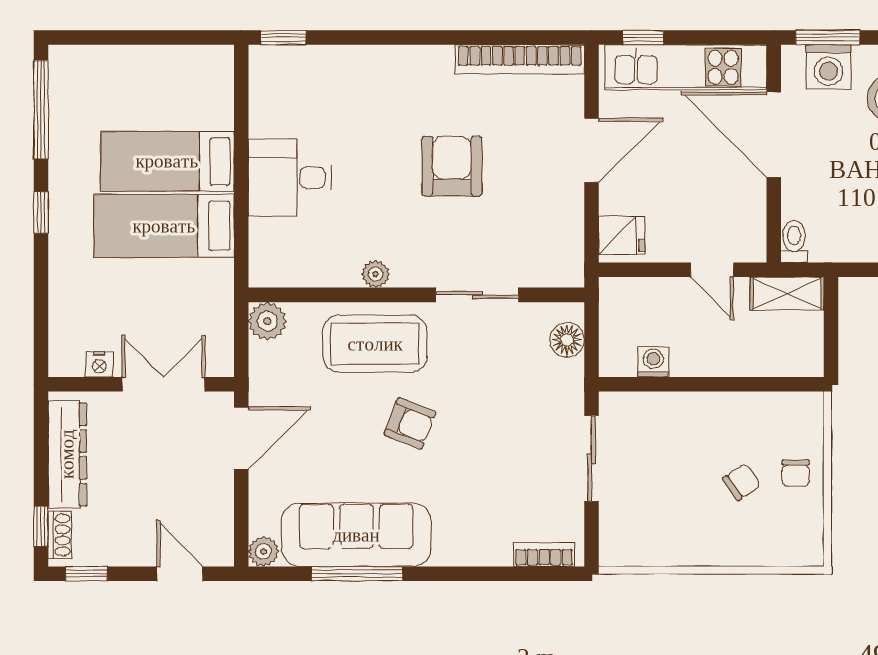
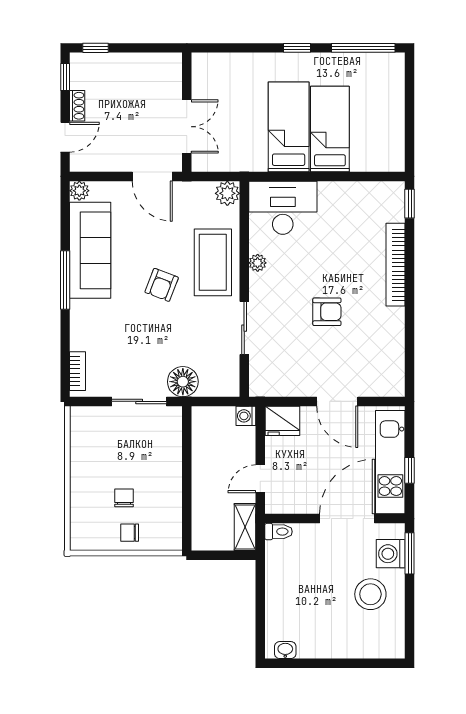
window: (643, 37) -> (410, 470), moved
bookcase: (520, 59) -> (396, 265), moved
armchair: (452, 166) -> (327, 312), width x0.72, depth x0.72
desk: (290, 178) -> (283, 208), moved, width x1.37
fridge: (622, 235) -> (282, 421), width x1.38
floor lamp: (567, 340) -> (183, 382), moved, width x1.38, depth x1.38
washing machine: (653, 362) -> (246, 416), moved, turned 180
nightstand: (99, 364) -> (200, 85), removed
dresser: (67, 454) -> (142, 65), removed
chair: (742, 482) -> (124, 498), turned -146
shoe rack: (60, 535) -> (77, 106), moved, turned -90
window: (357, 574) -> (65, 280), moved

